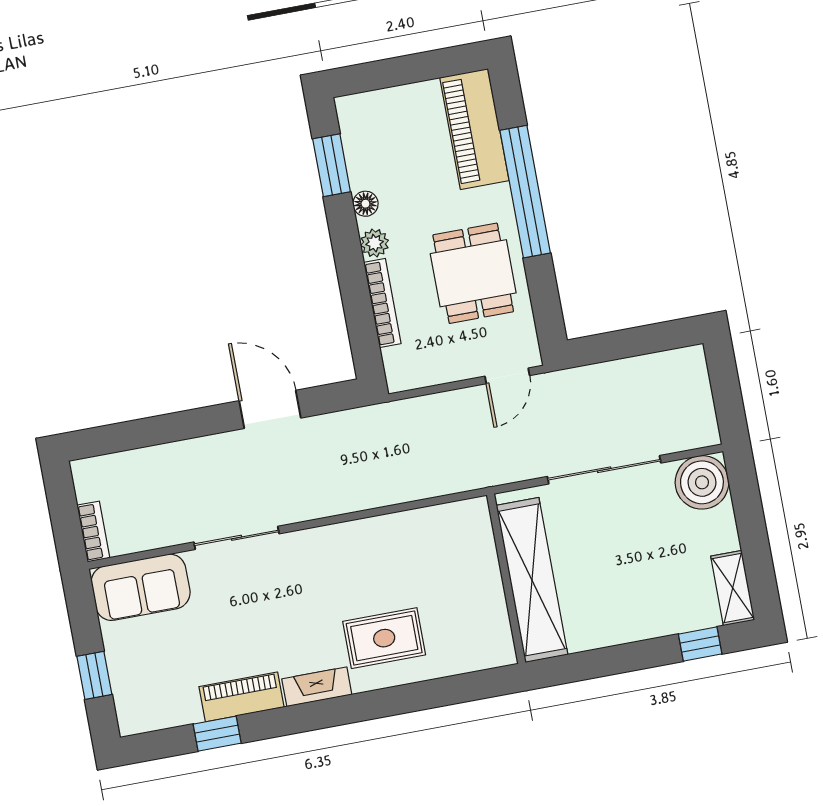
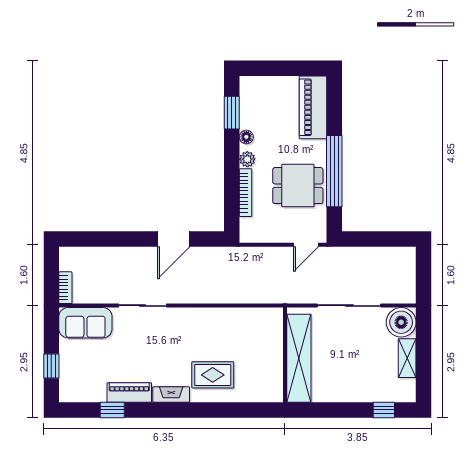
window: (525, 192) -> (334, 171), moved
dining table: (473, 273) -> (298, 186), turned 90
door: (270, 409) -> (174, 239), swing flipped
shelving: (733, 588) -> (407, 358), moved

